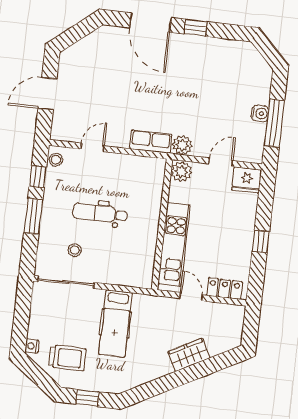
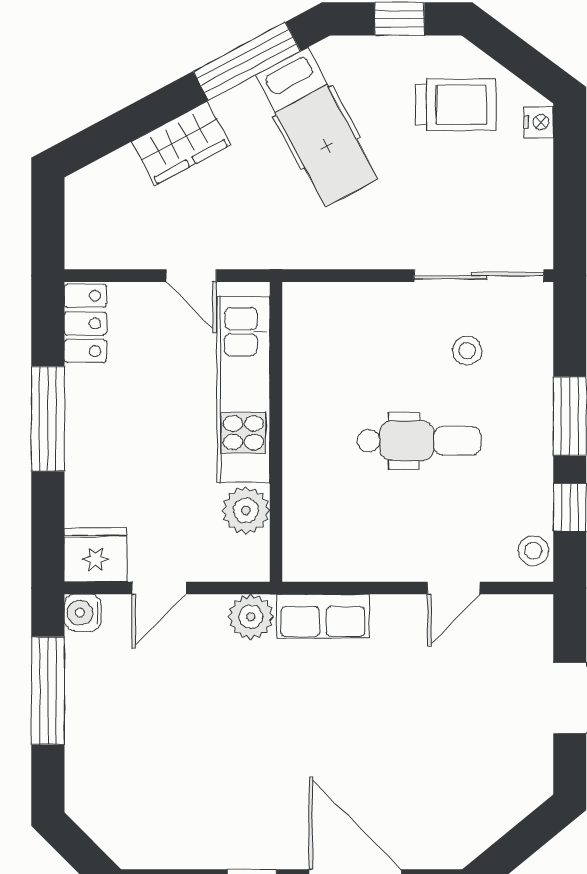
water cooler: (260, 113) -> (83, 613), moved
plant: (181, 172) -> (246, 510), moved
window: (261, 241) -> (48, 419), width x2.17
locker: (224, 289) -> (85, 323), moved, turned -90
hospital bed: (115, 324) -> (317, 127), moved, turned 152
trolley: (67, 358) -> (456, 105), turned 180
window: (156, 387) -> (247, 61), added

